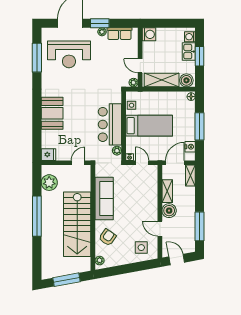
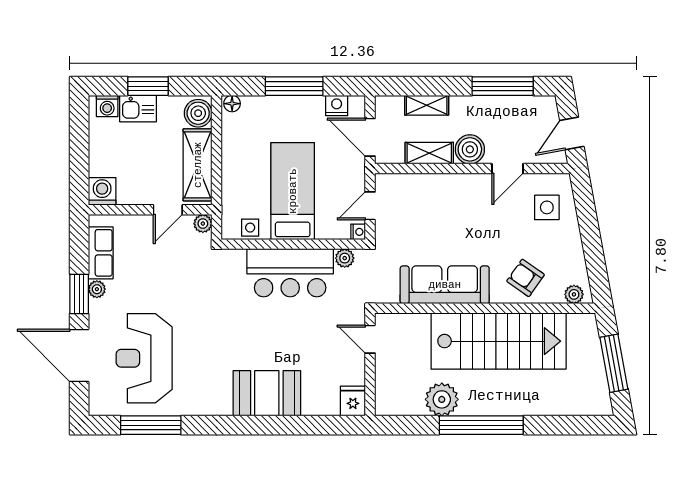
reception desk: (69, 54) -> (144, 358), turned 180
shelving: (190, 175) -> (427, 105), moved
plant: (49, 183) -> (442, 399), moved

